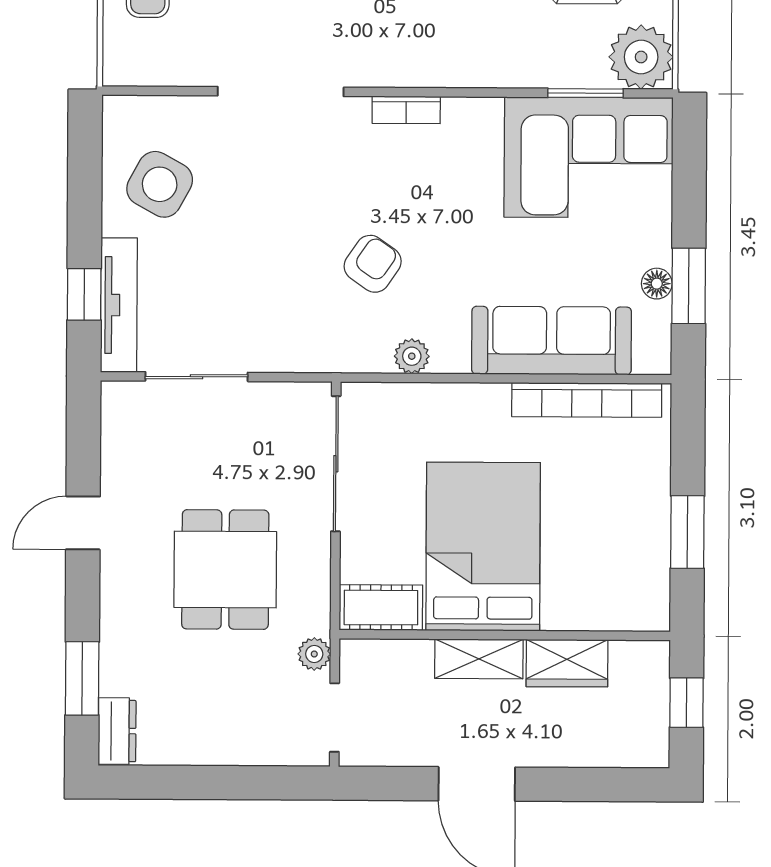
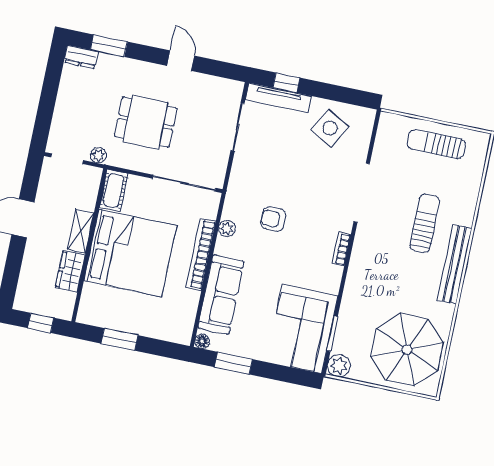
plant: (641, 57) -> (339, 366), width x0.73, depth x0.73
armchair: (373, 264) -> (273, 219), turned 145
floor lamp: (657, 284) -> (202, 341), moved
bookcase: (587, 400) -> (201, 254), moved
bed: (483, 547) -> (130, 253), width x1.36

